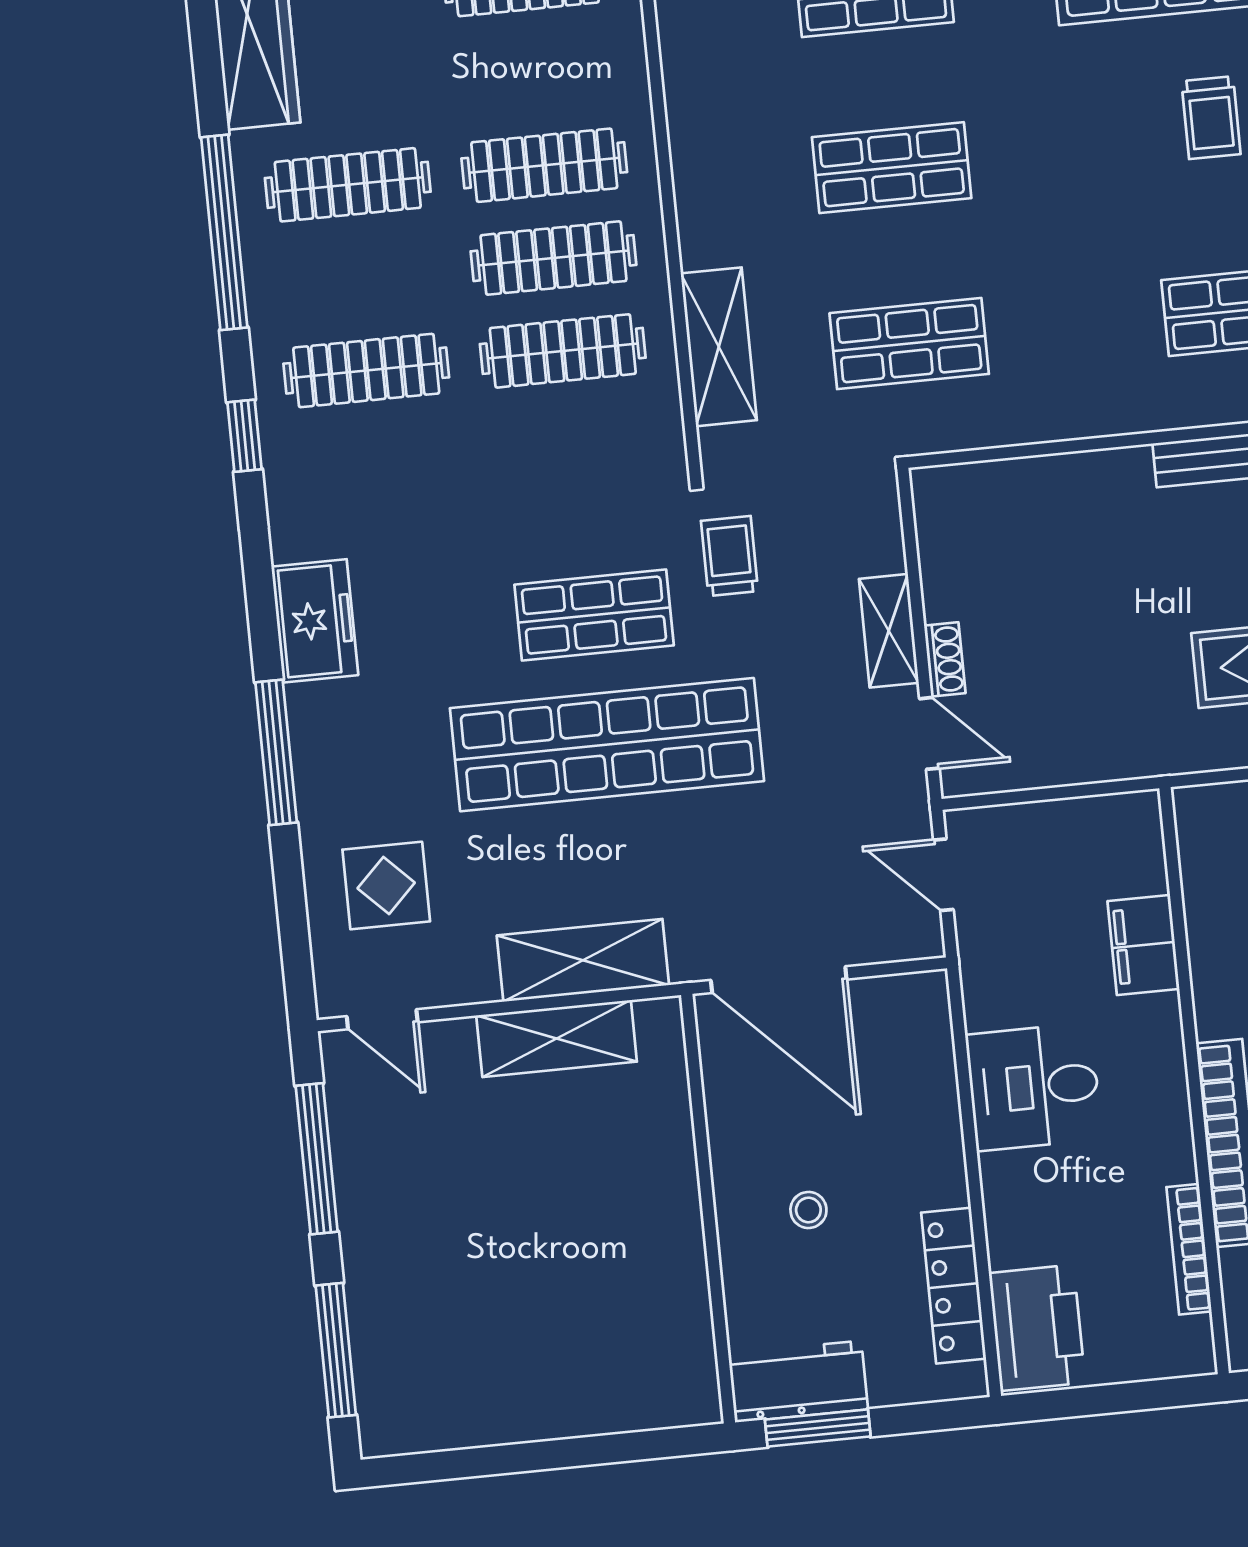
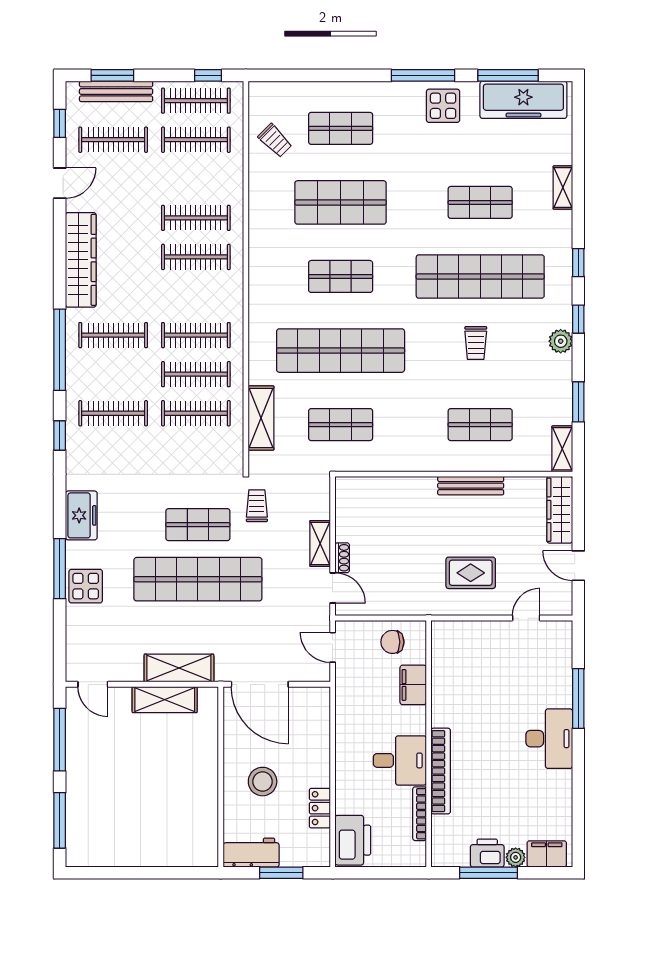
shop shelf: (892, 168) -> (341, 351), width x2.00, depth x1.36
chair: (1084, 848) -> (392, 642), added
display table: (386, 886) -> (86, 586), moved
desk: (1034, 1087) -> (400, 760), moved, turned 180
stool: (808, 1210) -> (263, 782), width x1.89, depth x1.89
locker: (954, 1286) -> (320, 808), width x0.66
window: (818, 1428) -> (281, 873), moved

